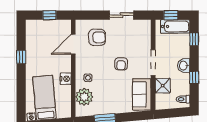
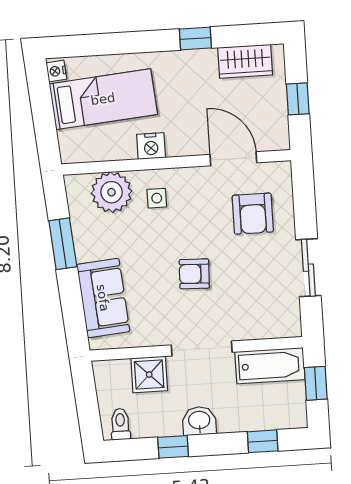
bathtub: (175, 26) -> (270, 366), moved, turned -90
wardrobe: (32, 37) -> (245, 61), added
sofa: (142, 94) -> (103, 298), moved, turned 85

